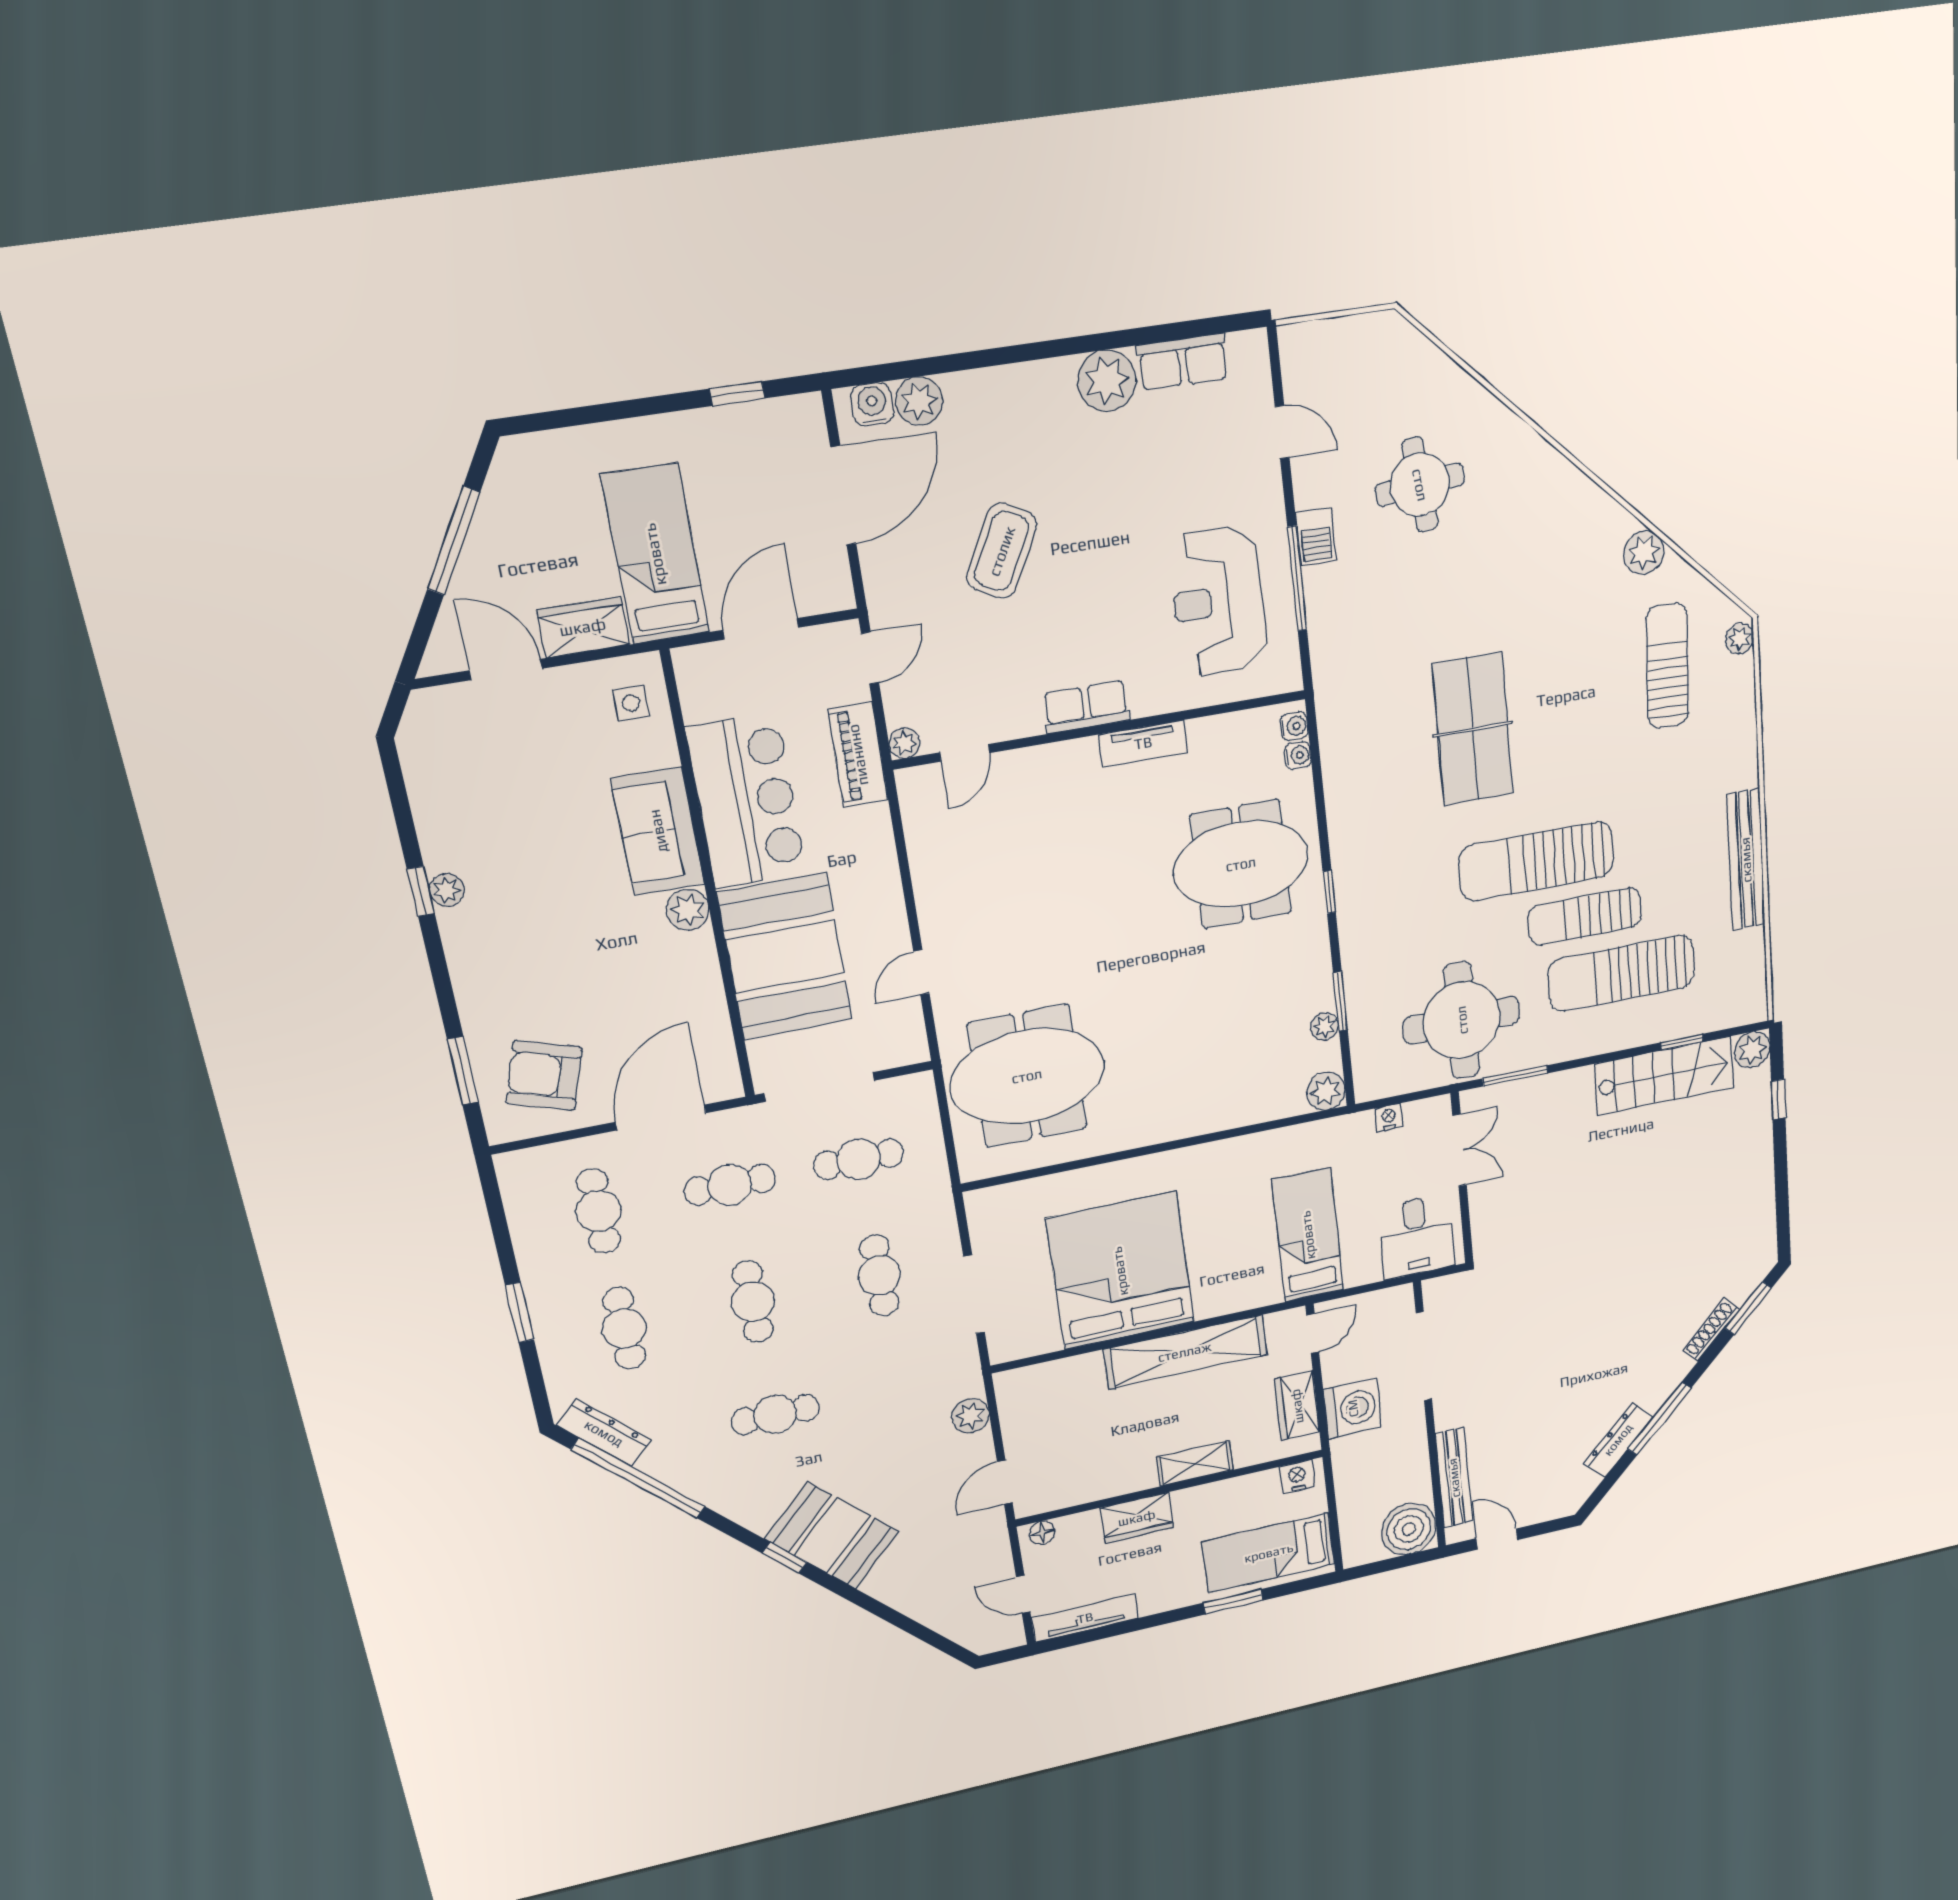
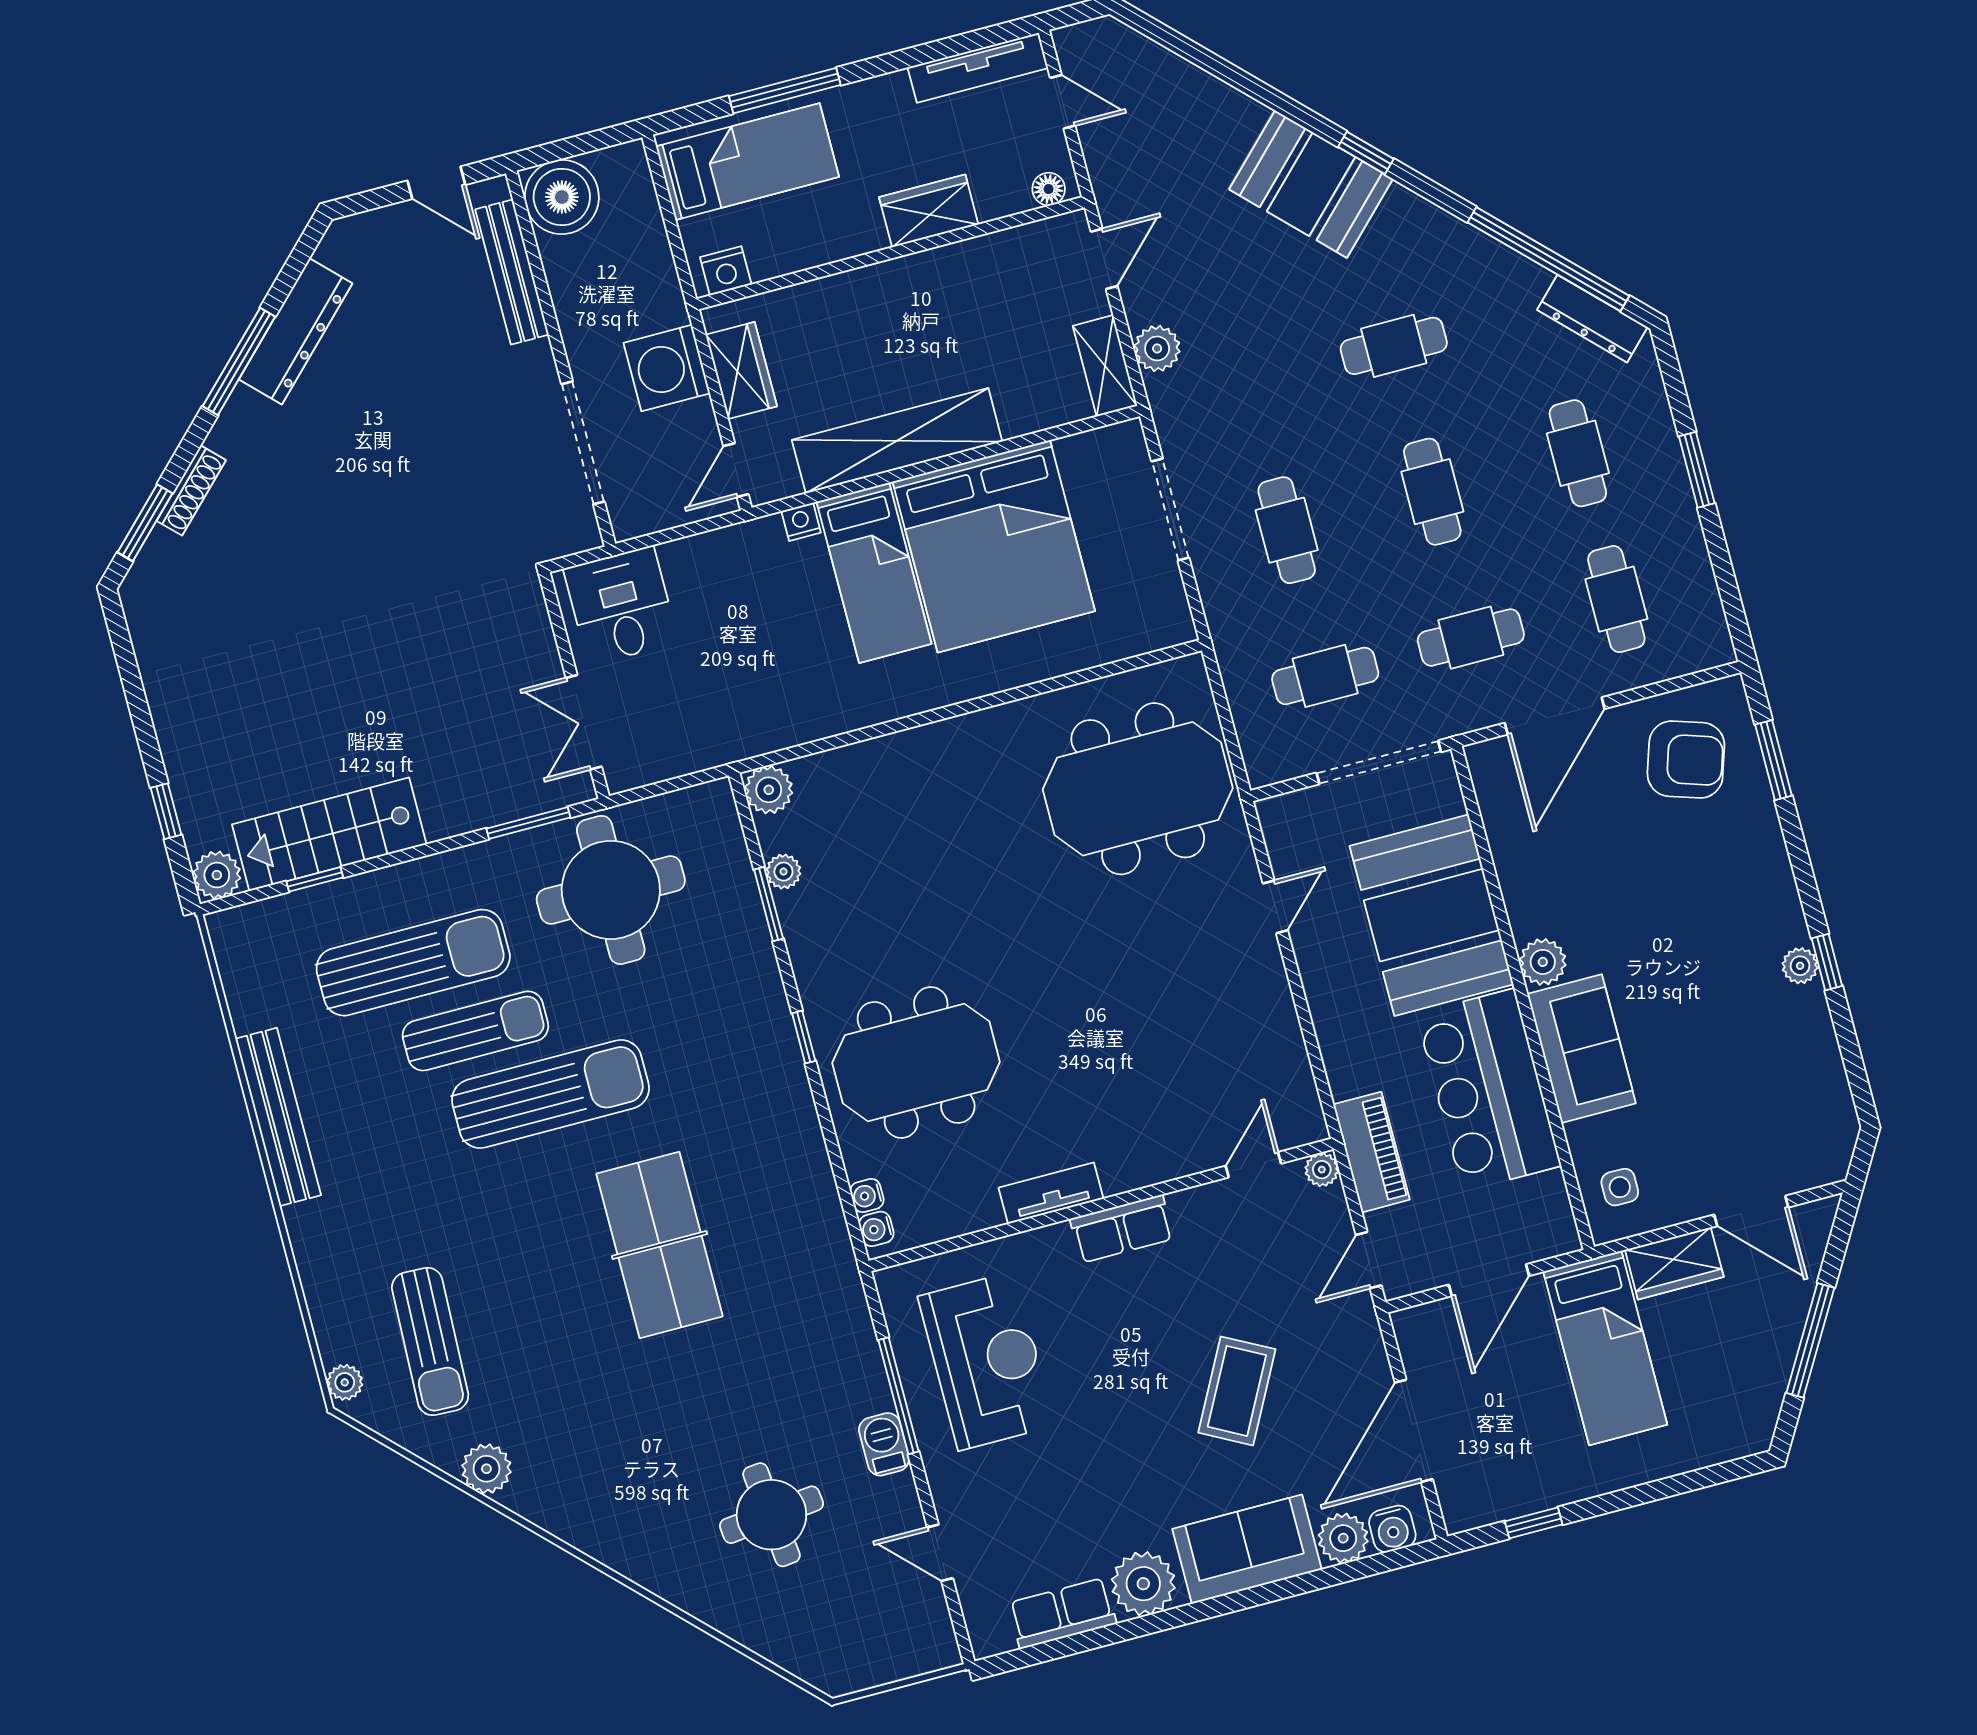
sofa: (1009, 401) -> (1247, 1549), added
nightstand: (1389, 1117) -> (801, 522), moved, turned 180
bed: (1308, 1235) -> (874, 573), moved
dresser: (1618, 1440) -> (296, 331), width x1.37, depth x1.24
shelving: (1195, 1464) -> (1105, 366), moved, turned 90
window: (1233, 1602) -> (785, 91), width x1.44

